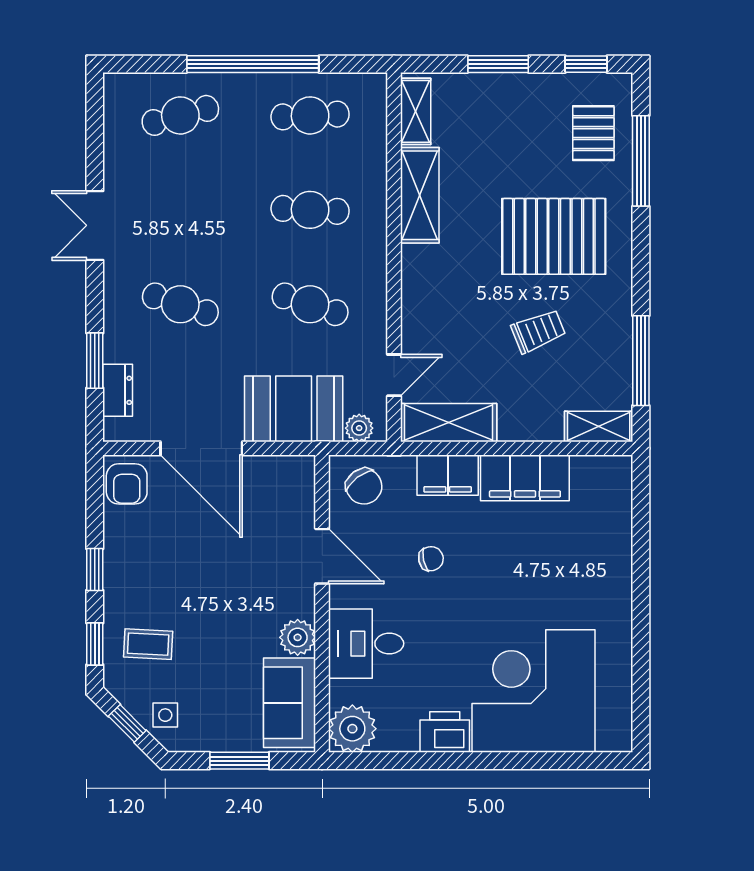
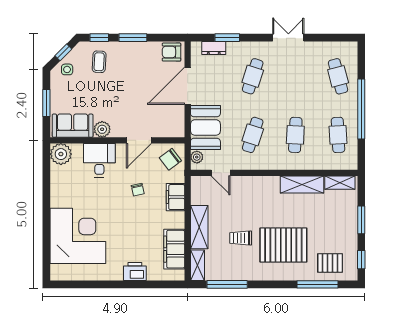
pallet: (554, 236) -> (283, 245), turned 90
trolley: (538, 331) -> (241, 238), turned 112
shelving: (449, 423) -> (199, 227), moved
filing cabinet: (525, 478) -> (174, 249), moved
window: (95, 569) -> (133, 38), width x1.50
printer: (445, 732) -> (135, 271), moved, turned -90

